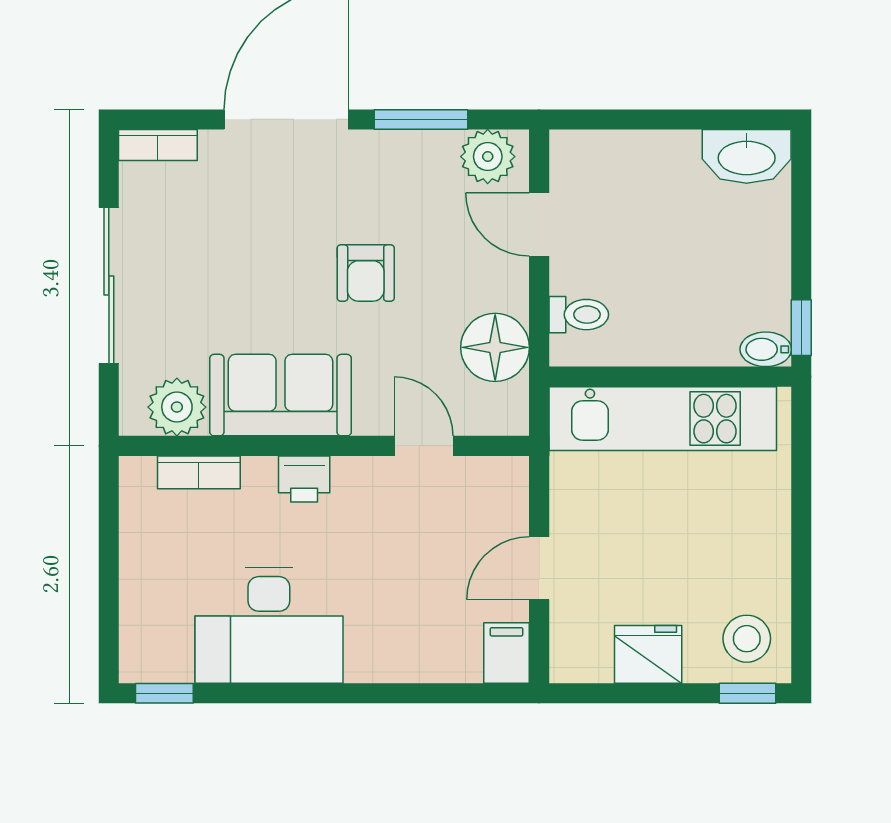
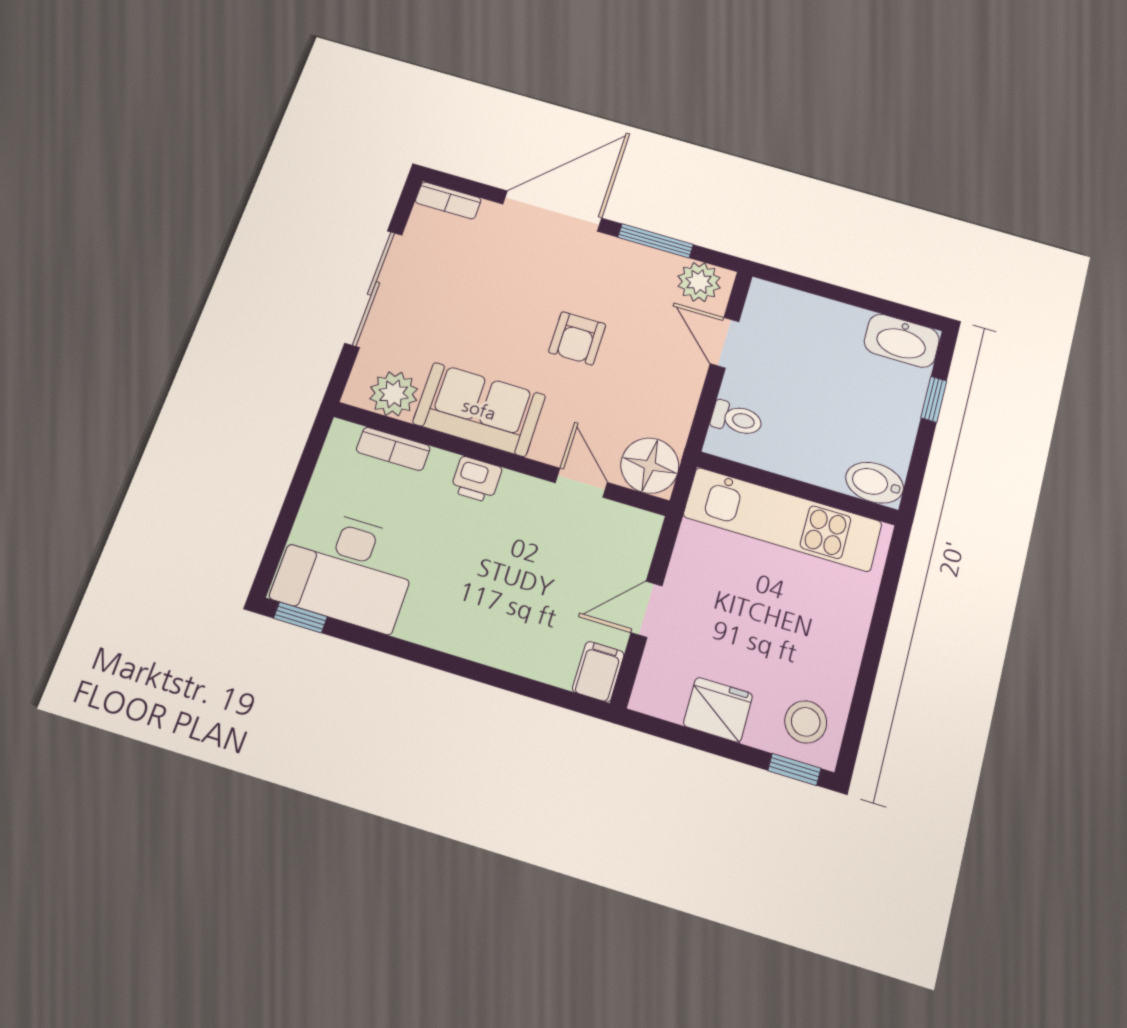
window: (801, 328) -> (934, 399), moved
floor lamp: (495, 347) -> (650, 466), moved
bidet: (766, 349) -> (875, 483), width x1.38, depth x1.36
desk: (269, 625) -> (347, 569), moved

